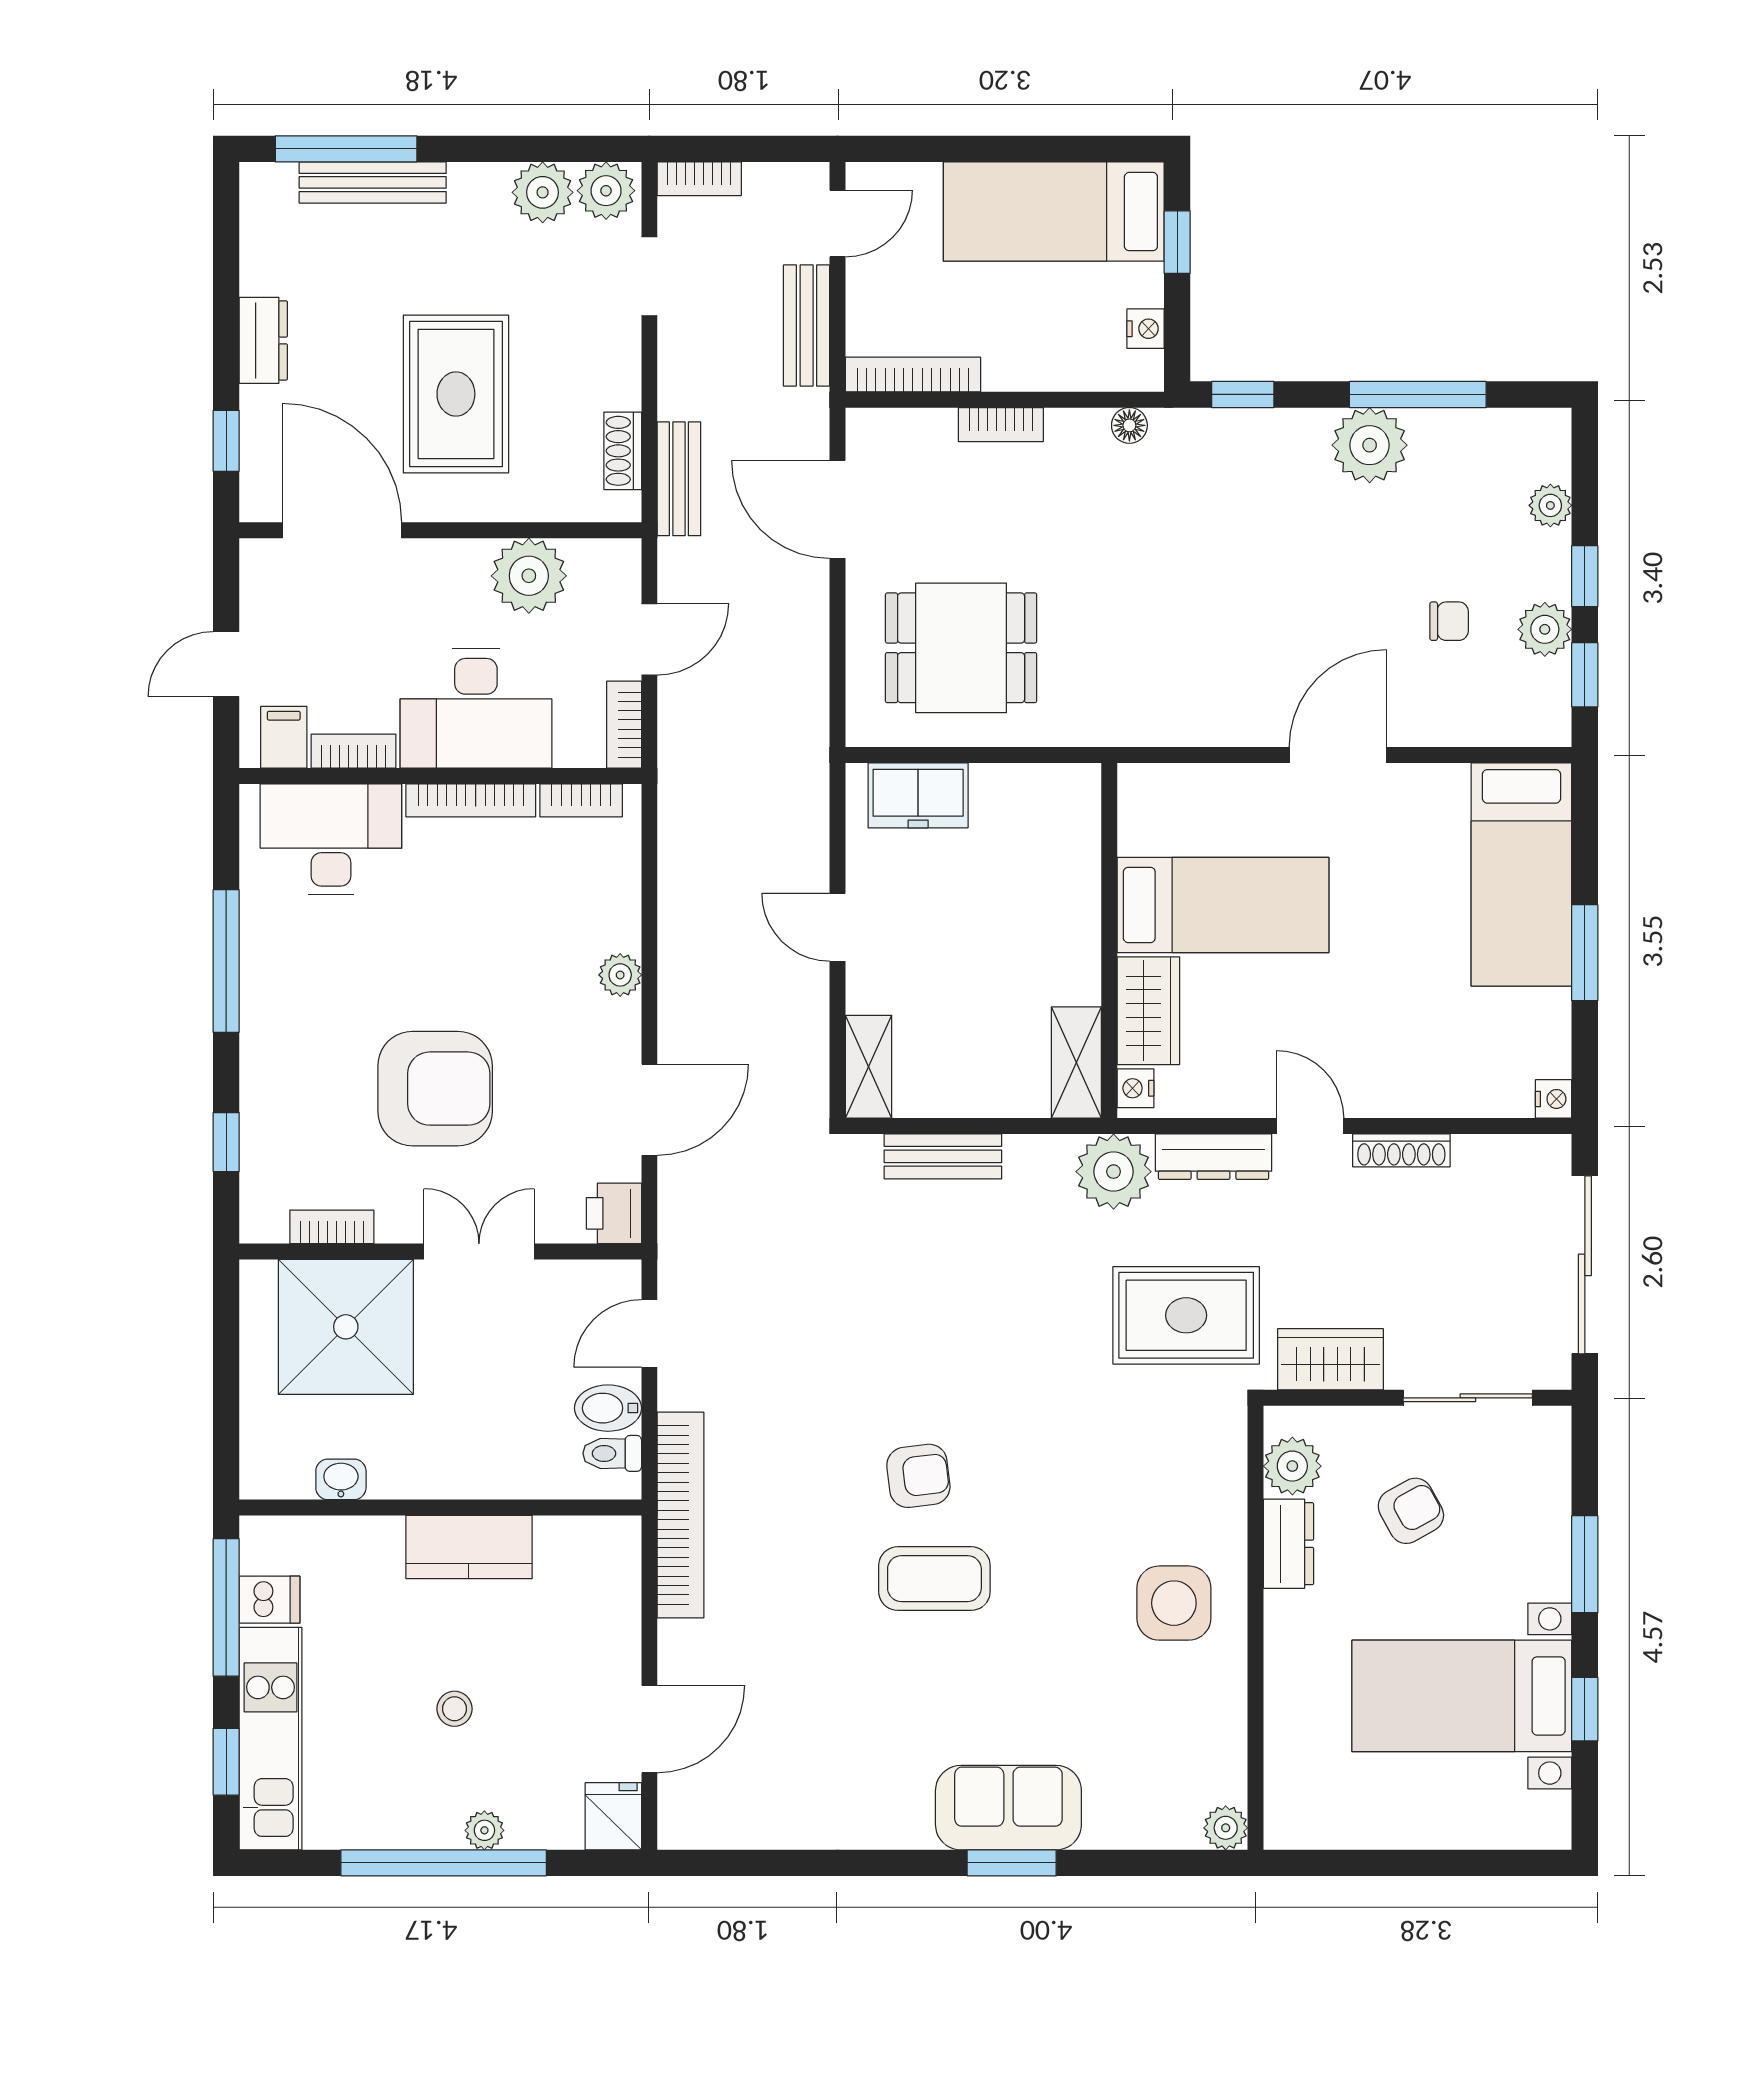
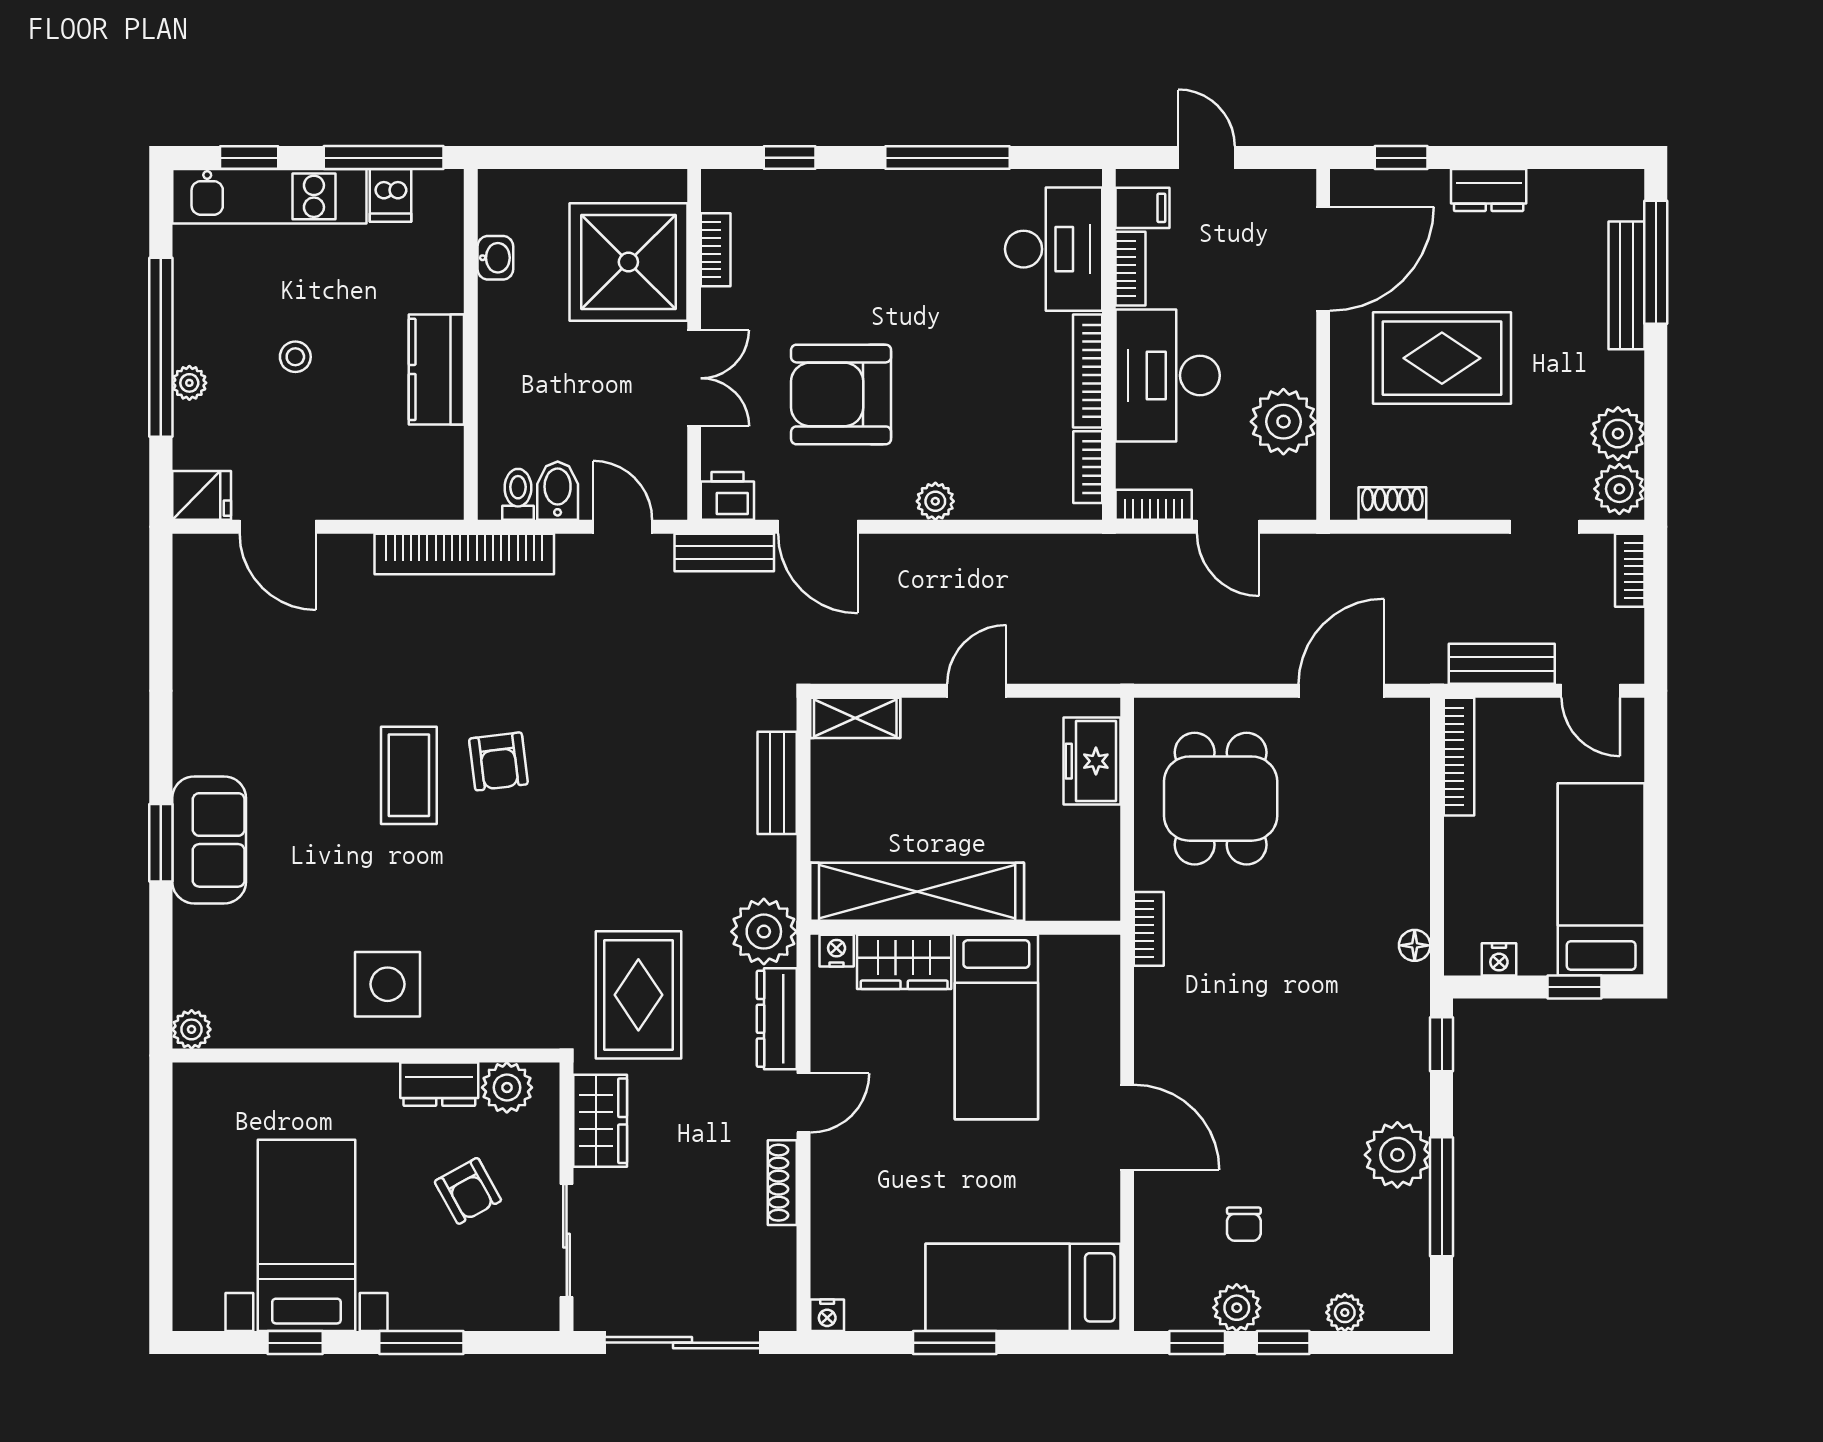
bookcase: (1001, 425) -> (1149, 929), moved, turned 180
bench: (679, 479) -> (724, 553), moved
shelving: (1076, 1063) -> (917, 892), width x2.20, depth x1.33
armchair: (435, 1089) -> (841, 394), moved, turned 90

